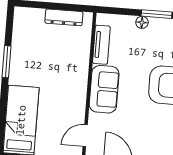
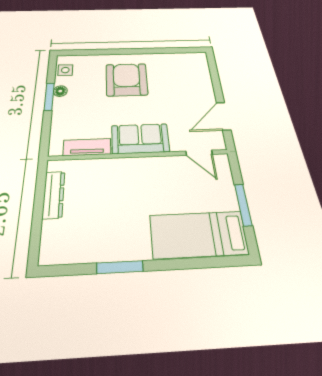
floor lamp: (142, 22) -> (60, 91), moved

